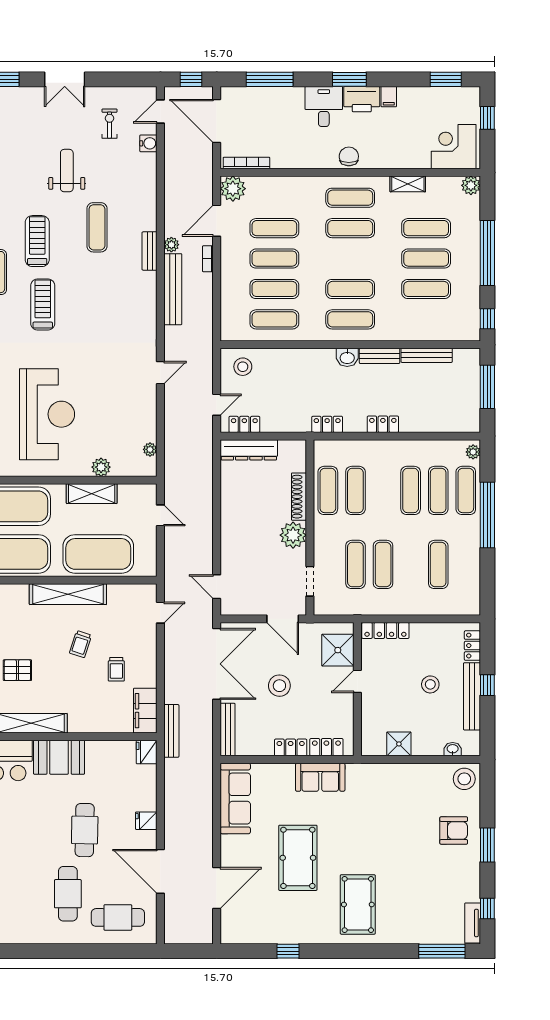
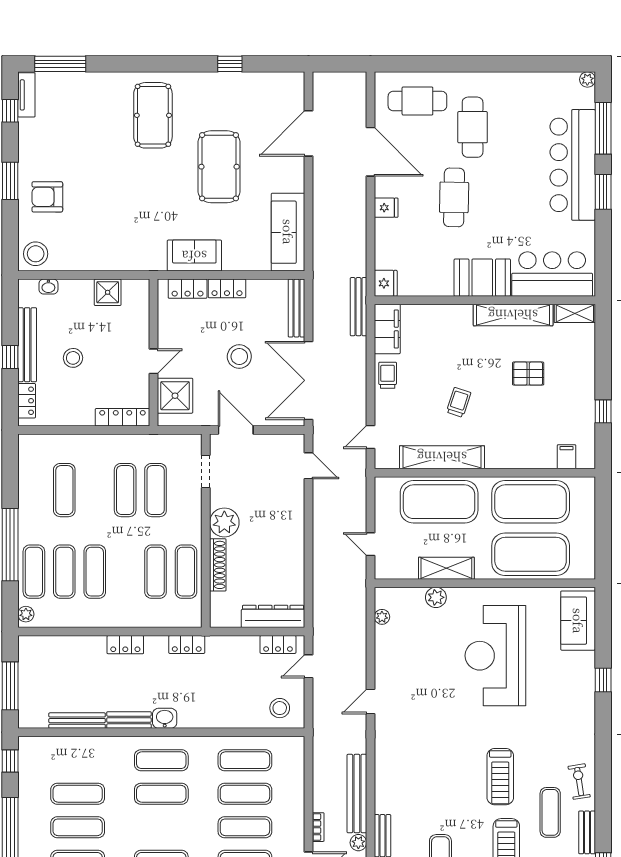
shelving: (68, 594) -> (442, 457), moved
trolley: (116, 669) -> (388, 375), moved

